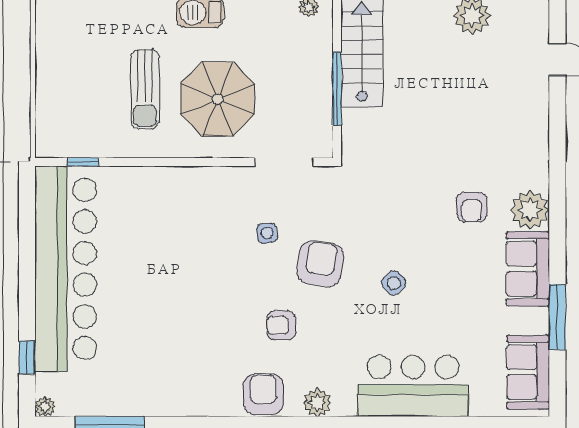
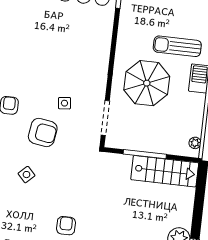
sun lounger: (145, 89) -> (177, 46), moved
armchair: (472, 207) -> (66, 226), turned 90

